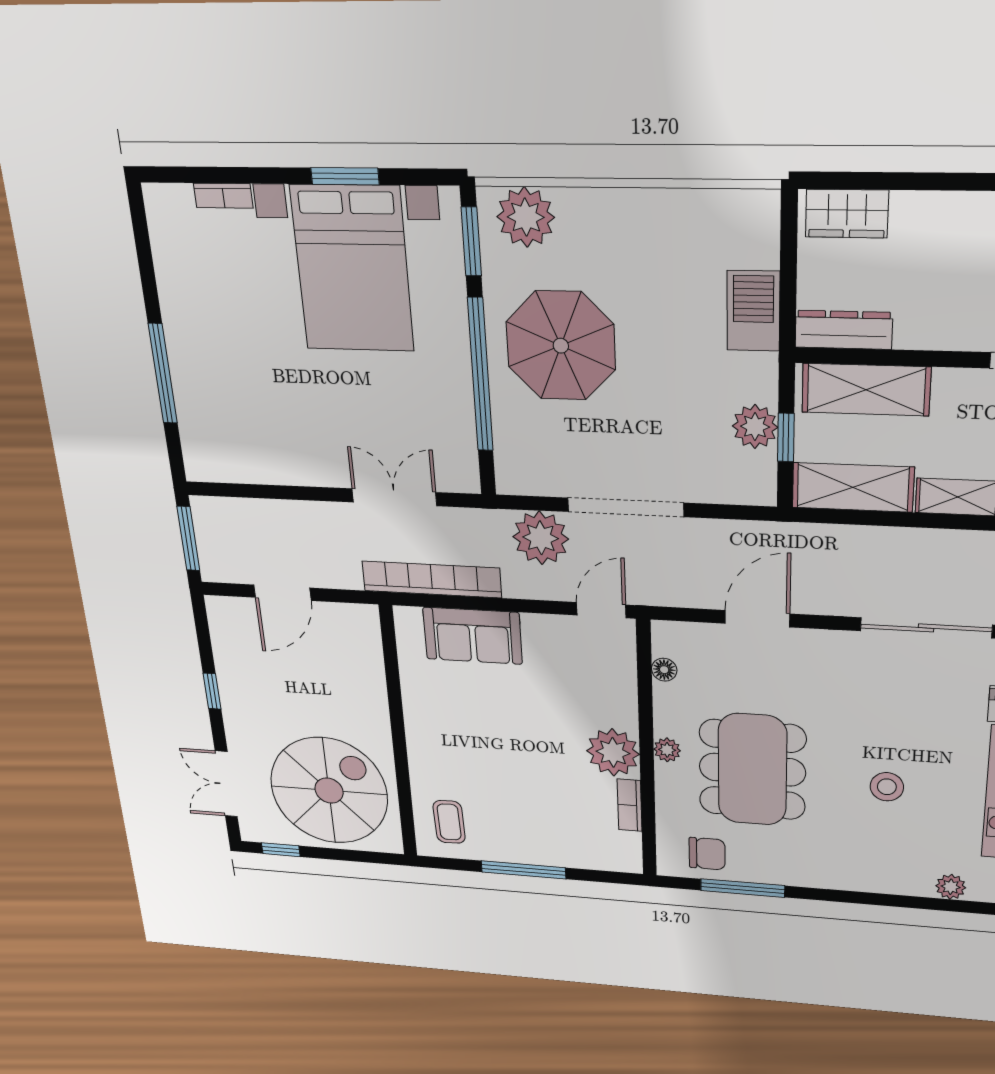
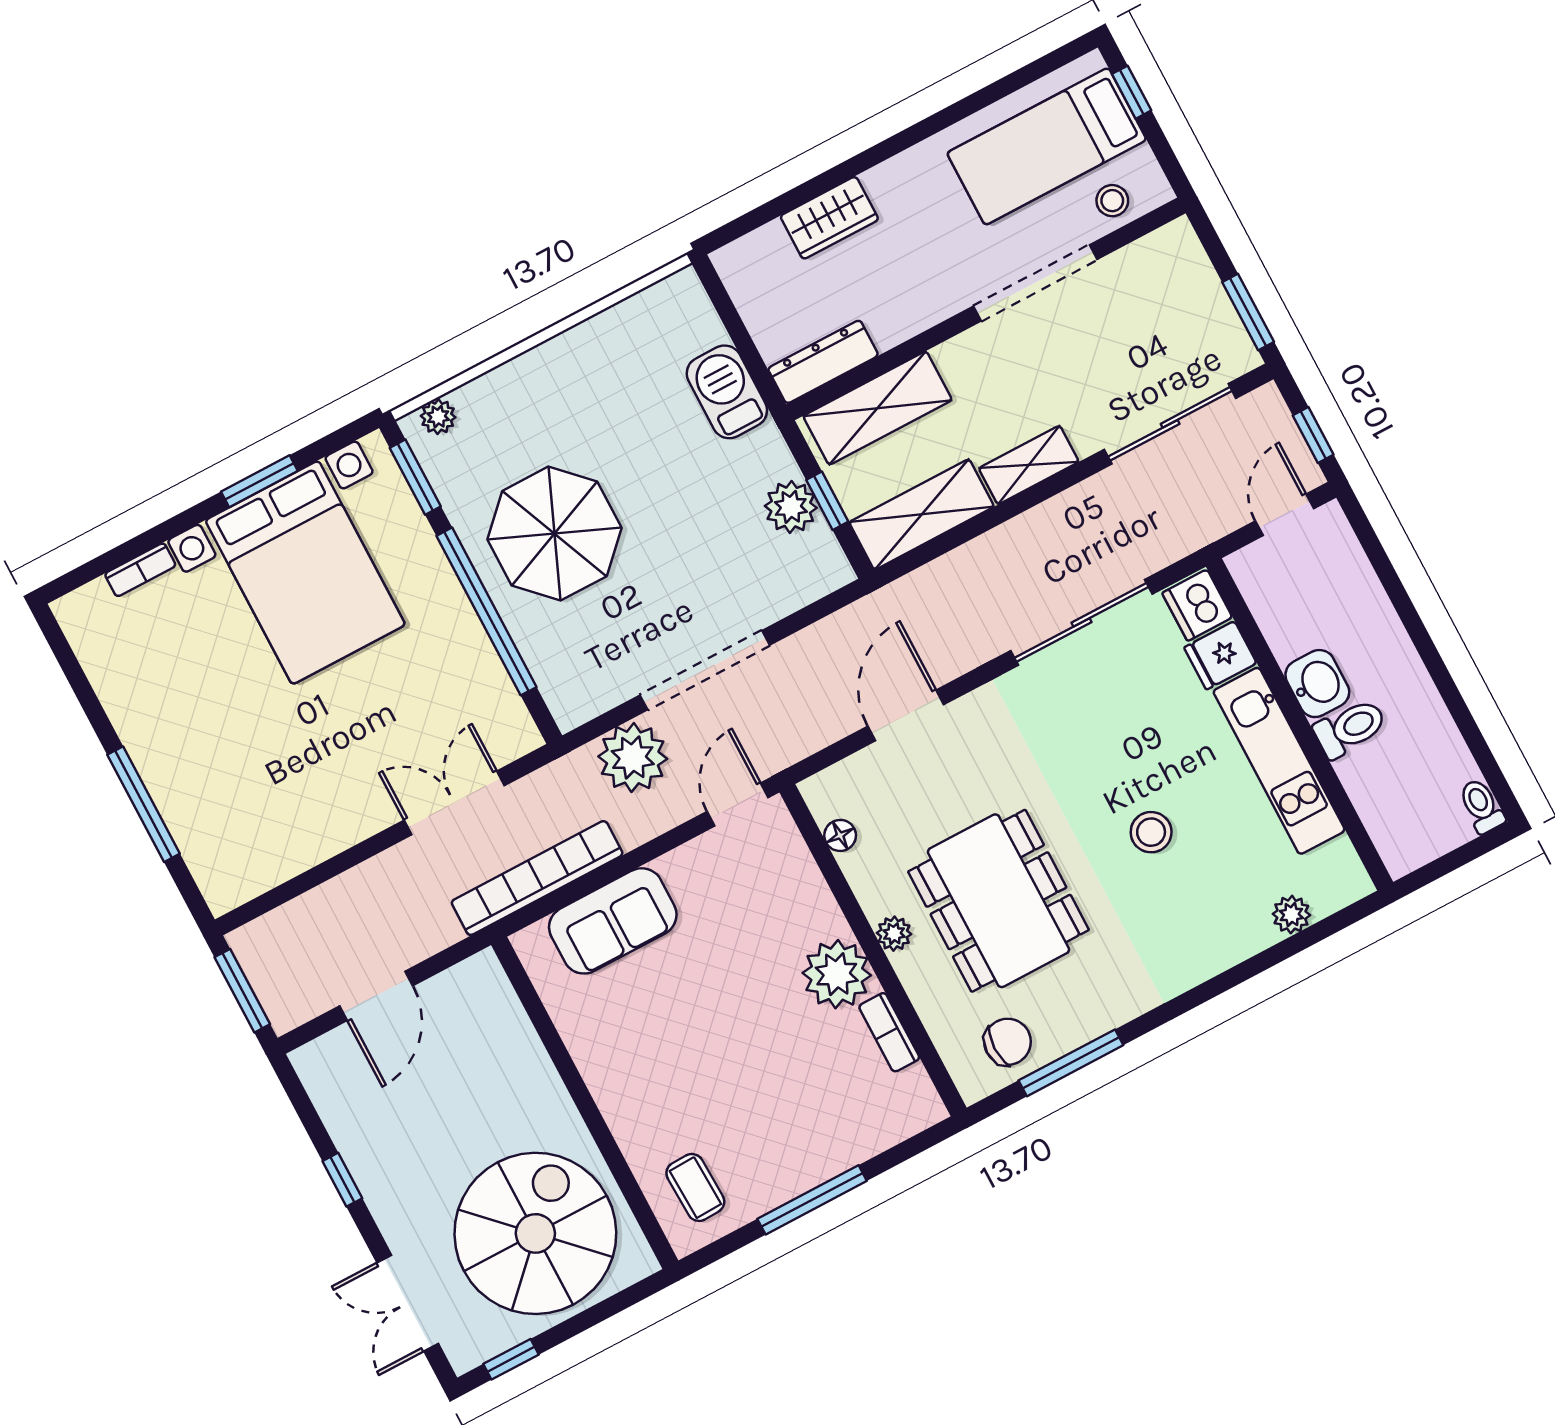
wardrobe: (847, 214) -> (829, 218), moved
plant: (526, 217) -> (438, 417), width x0.53, depth x0.53

